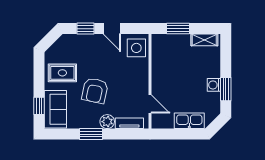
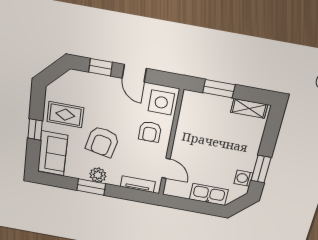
armchair: (132, 74) -> (150, 132), added
washing machine: (214, 85) -> (243, 178), moved
window: (39, 106) -> (35, 130), moved
plant: (107, 122) -> (98, 175), moved

